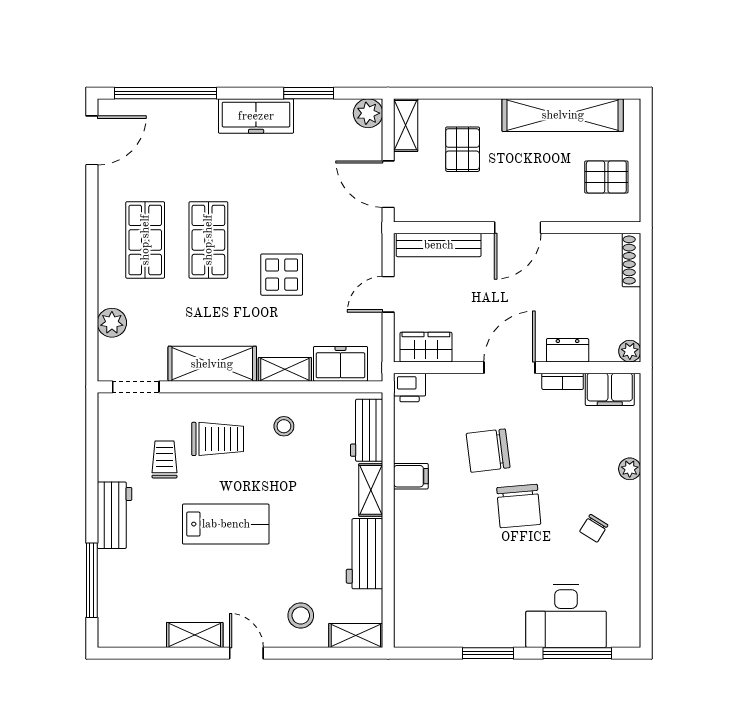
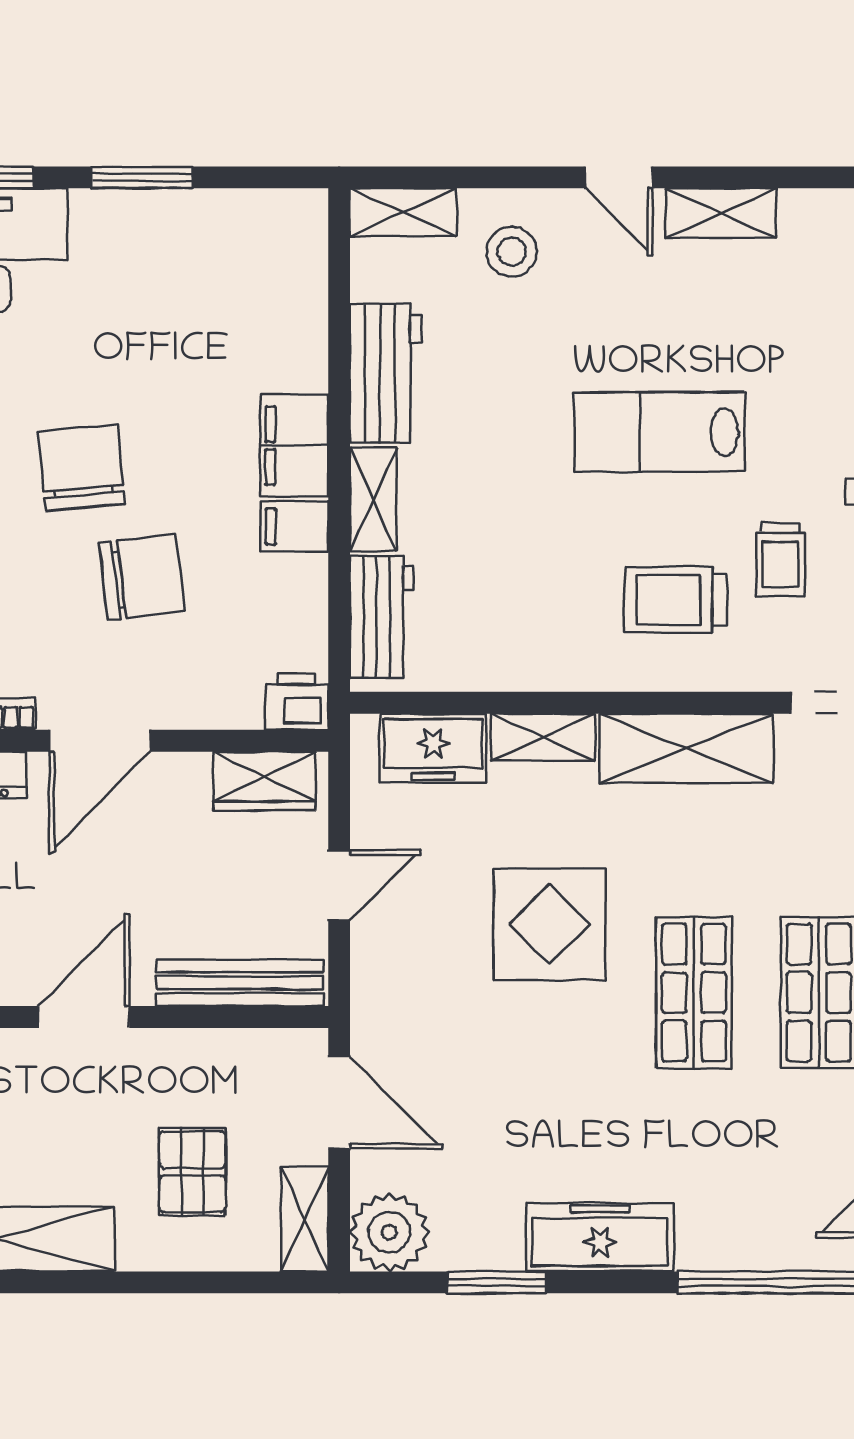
plant: (368, 113) -> (389, 1232), width x1.36, depth x1.36
display table: (282, 275) -> (549, 924), width x1.36, depth x1.36
stool: (284, 426) -> (545, 625), removed
filing cabinet: (411, 517) -> (294, 446), added

